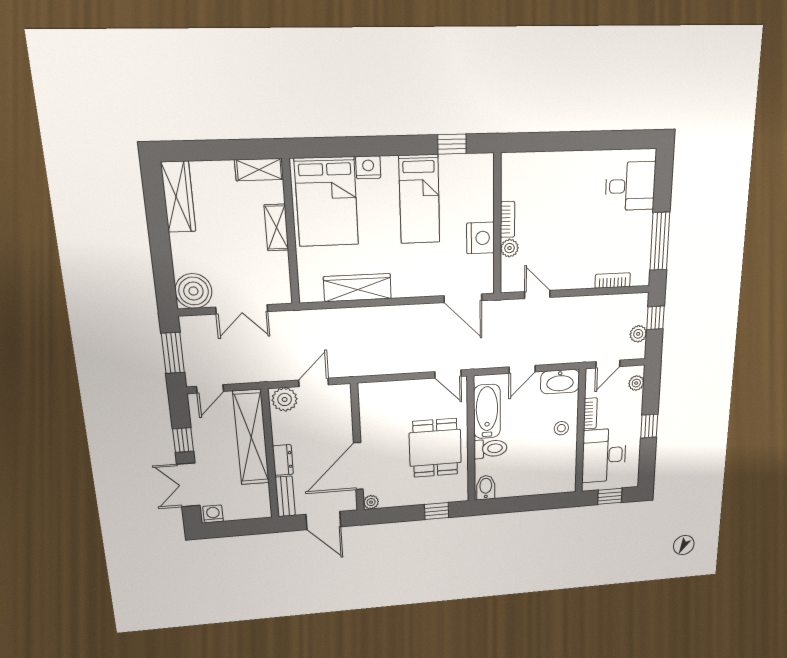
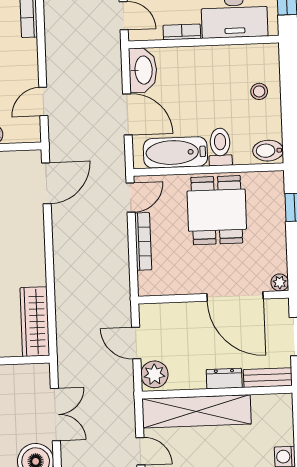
wardrobe: (357, 288) -> (35, 322), moved
door: (522, 369) -> (127, 114), width x1.38
bookcase: (408, 386) -> (143, 241), added
stool: (561, 428) -> (259, 91), moved
dining table: (435, 448) -> (217, 210), turned 90

